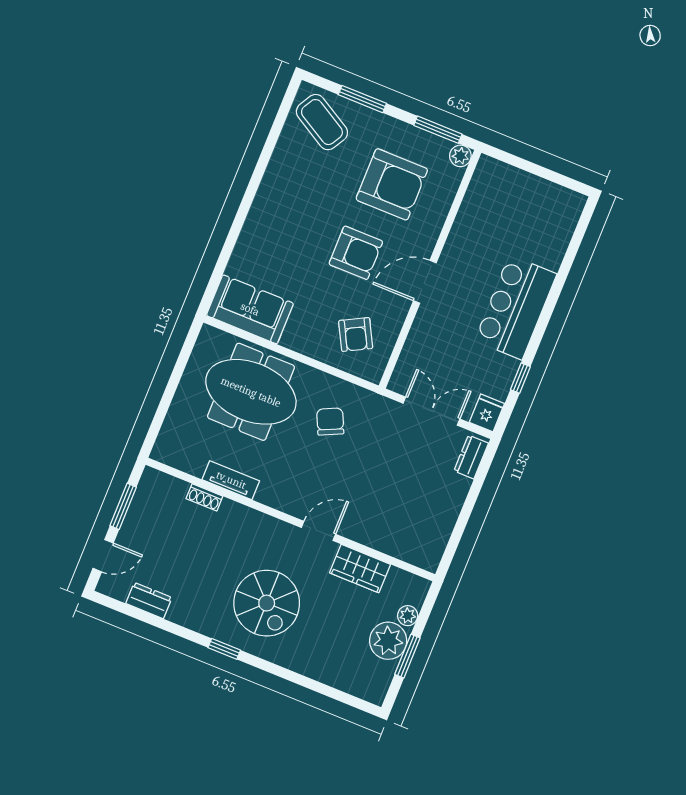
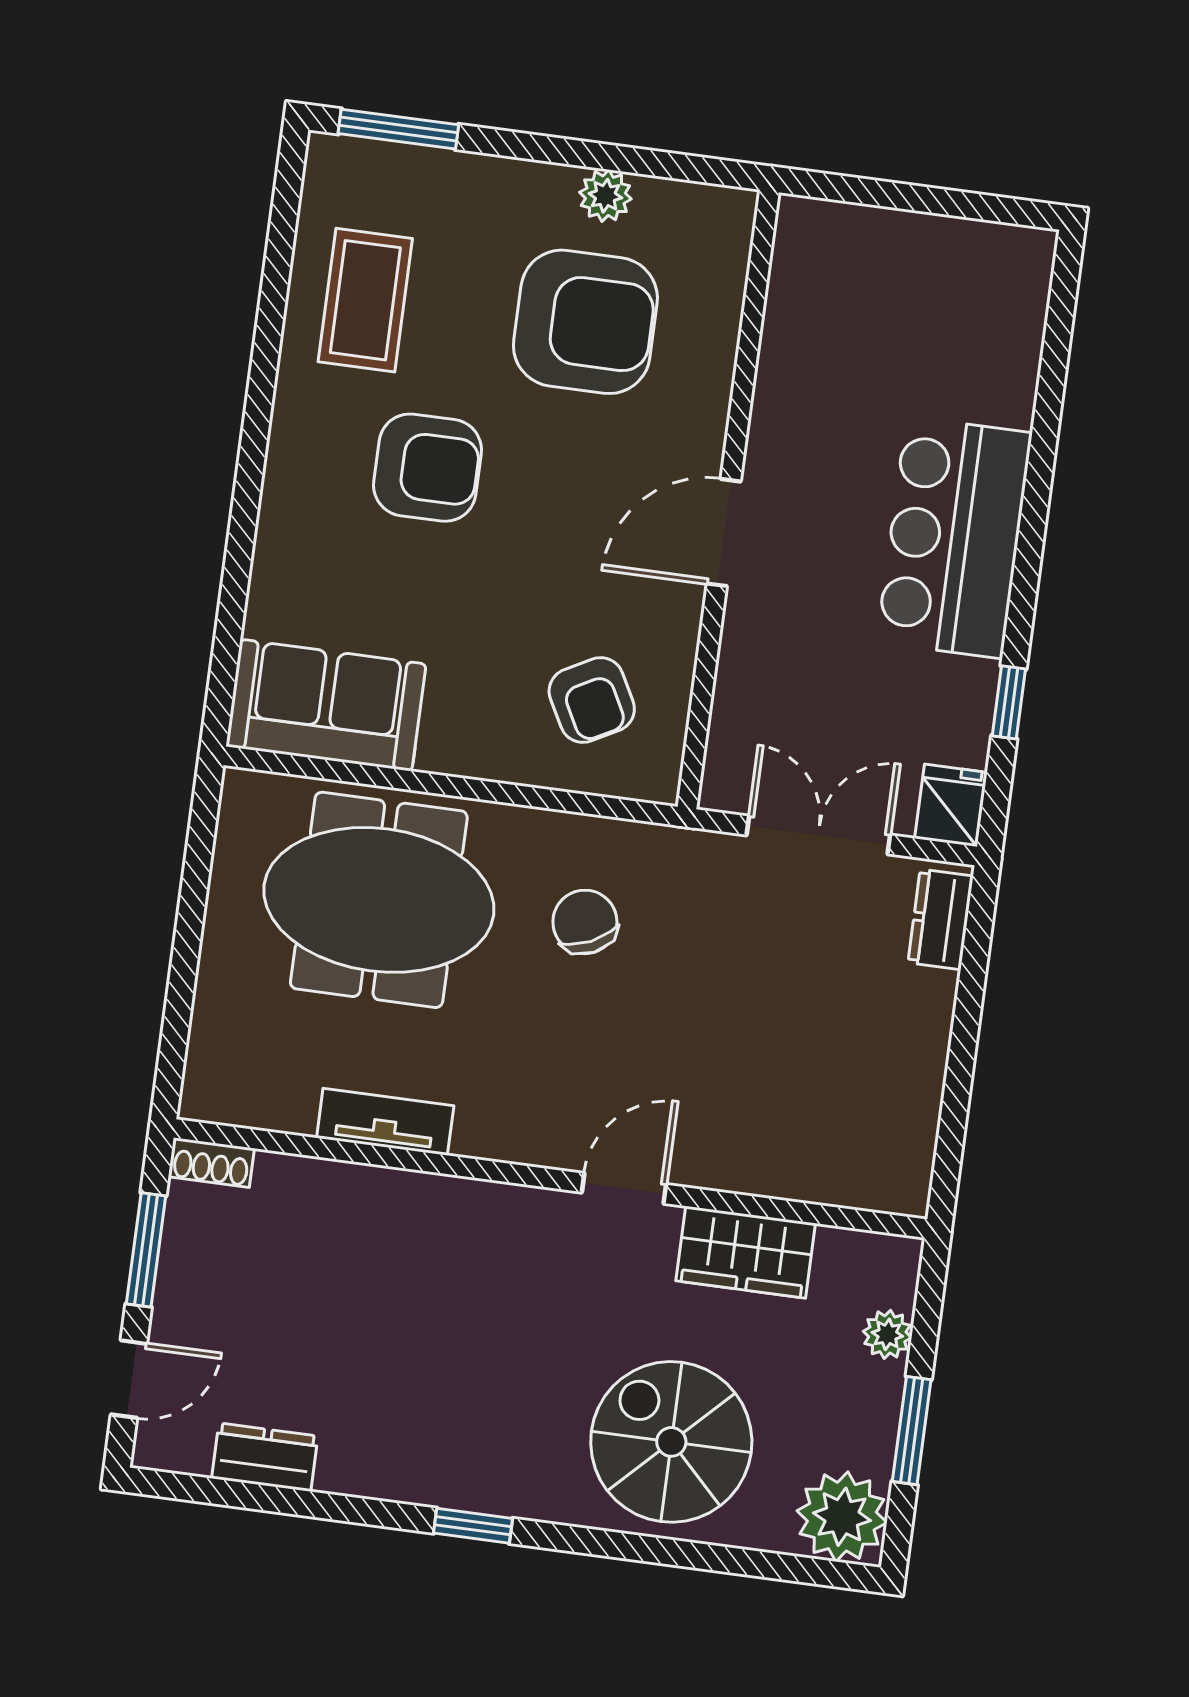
window: (362, 99) -> (398, 129), moved
coffee table: (322, 122) -> (365, 300), moved, turned 60
window: (438, 130) -> (661, 164), removed
plant: (460, 156) -> (605, 196), moved
armchair: (356, 253) -> (428, 468), moved
shoe rack: (204, 497) -> (211, 1163), moved
spiral stairs: (267, 603) -> (671, 1442), moved, turned 180
plant: (388, 641) -> (842, 1517), moved

